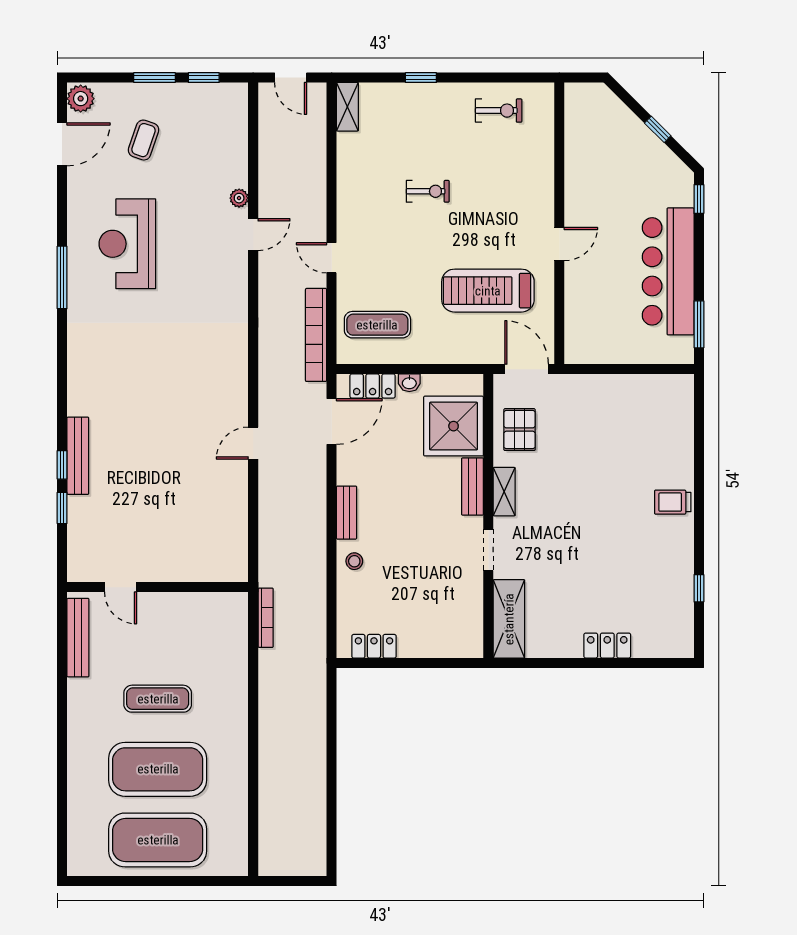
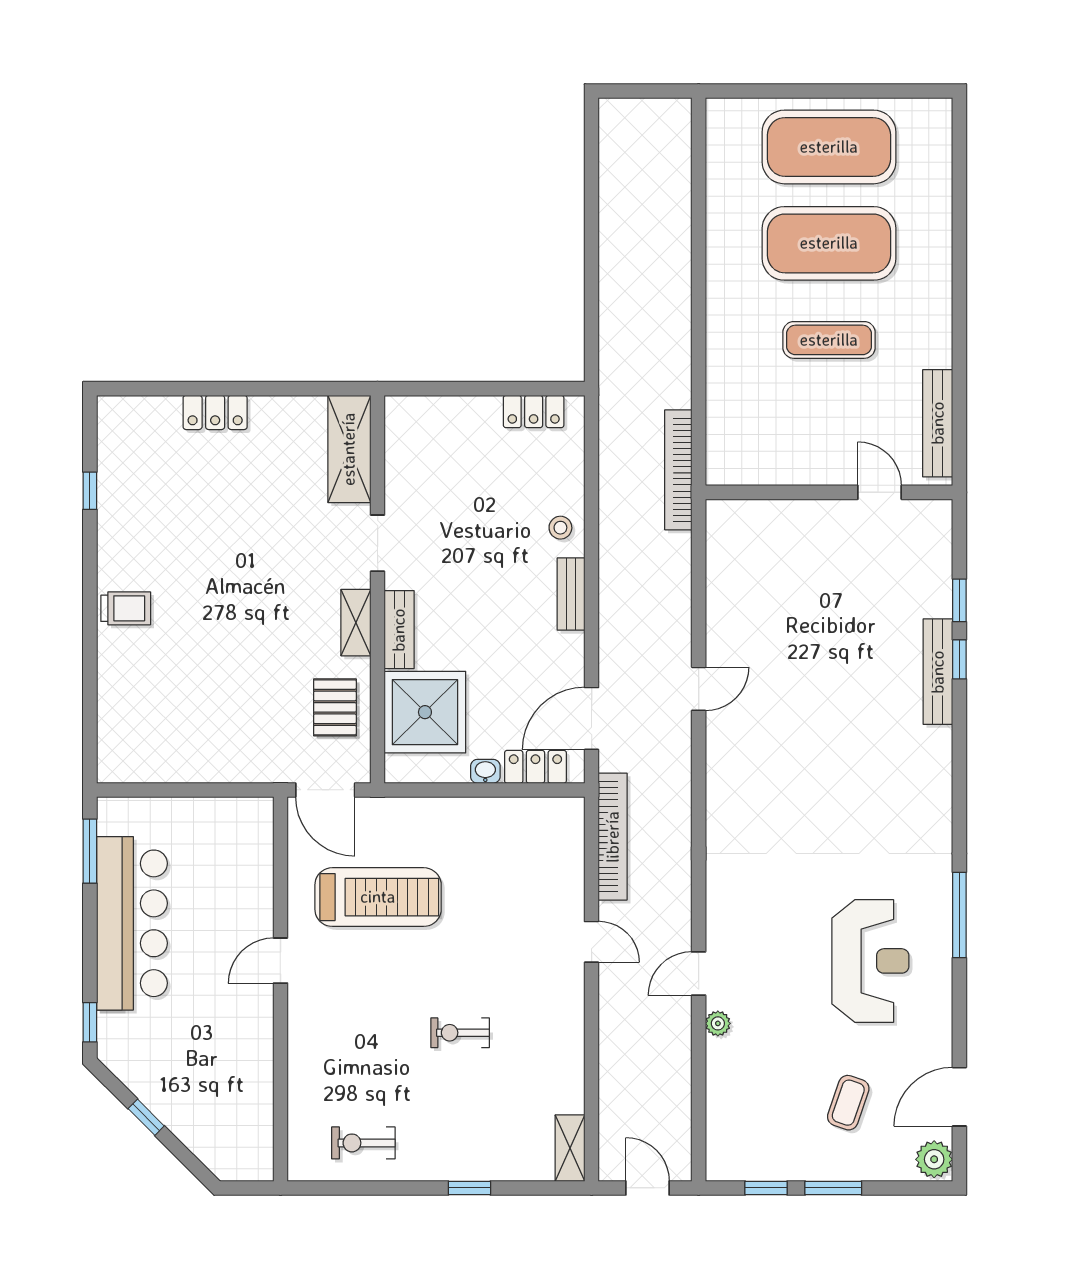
exercise mat: (377, 325) -> (529, 851), removed
bookcase: (266, 618) -> (678, 470), width x1.48, depth x1.31

